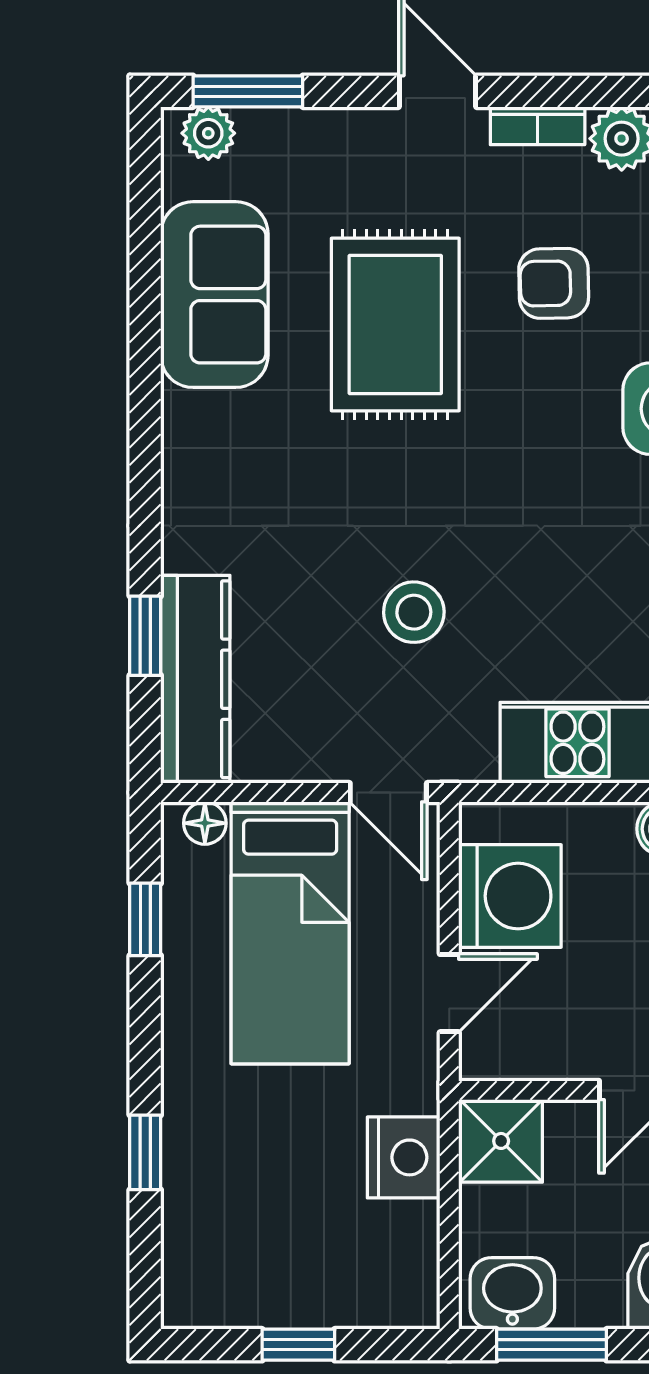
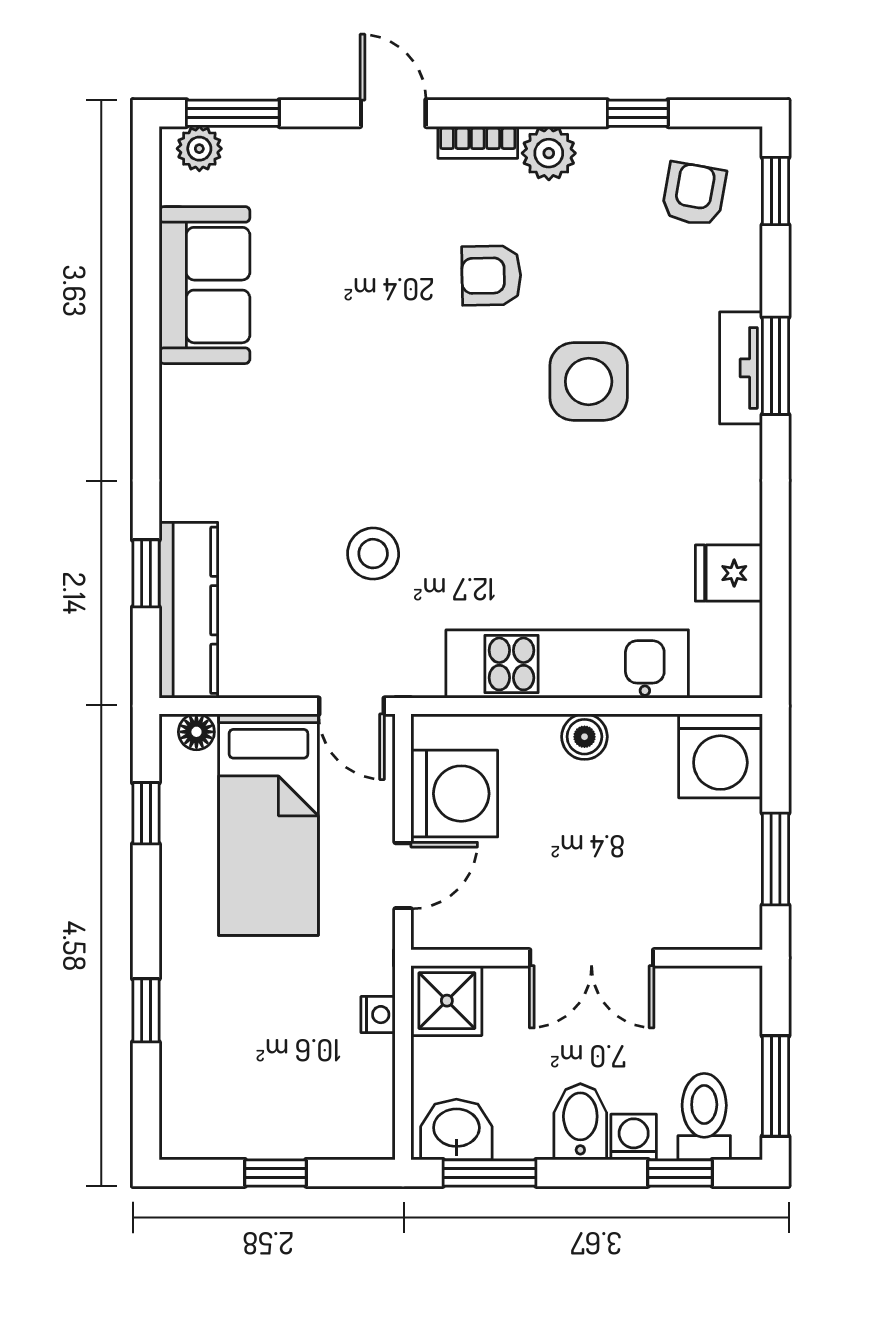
rug: (395, 324) -> (357, 310), removed
nightstand: (404, 1157) -> (378, 1015), width x0.53, depth x0.56

